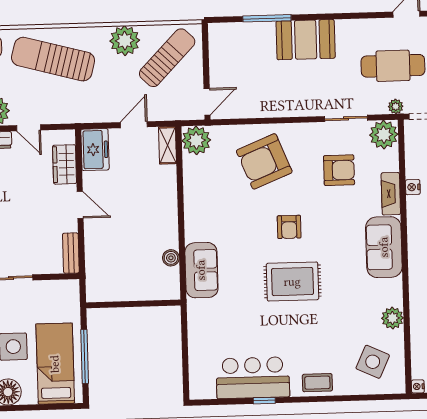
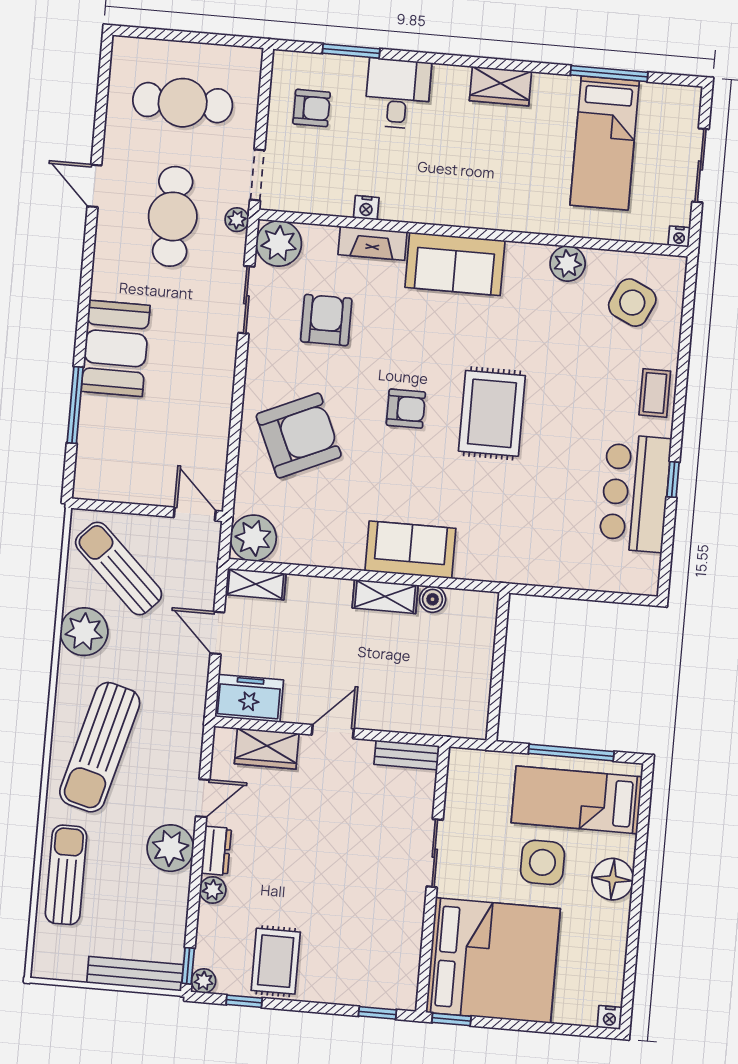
armchair: (264, 161) -> (299, 436), turned -92
shelving: (169, 228) -> (385, 596), added
sofa: (201, 270) -> (410, 550), moved

